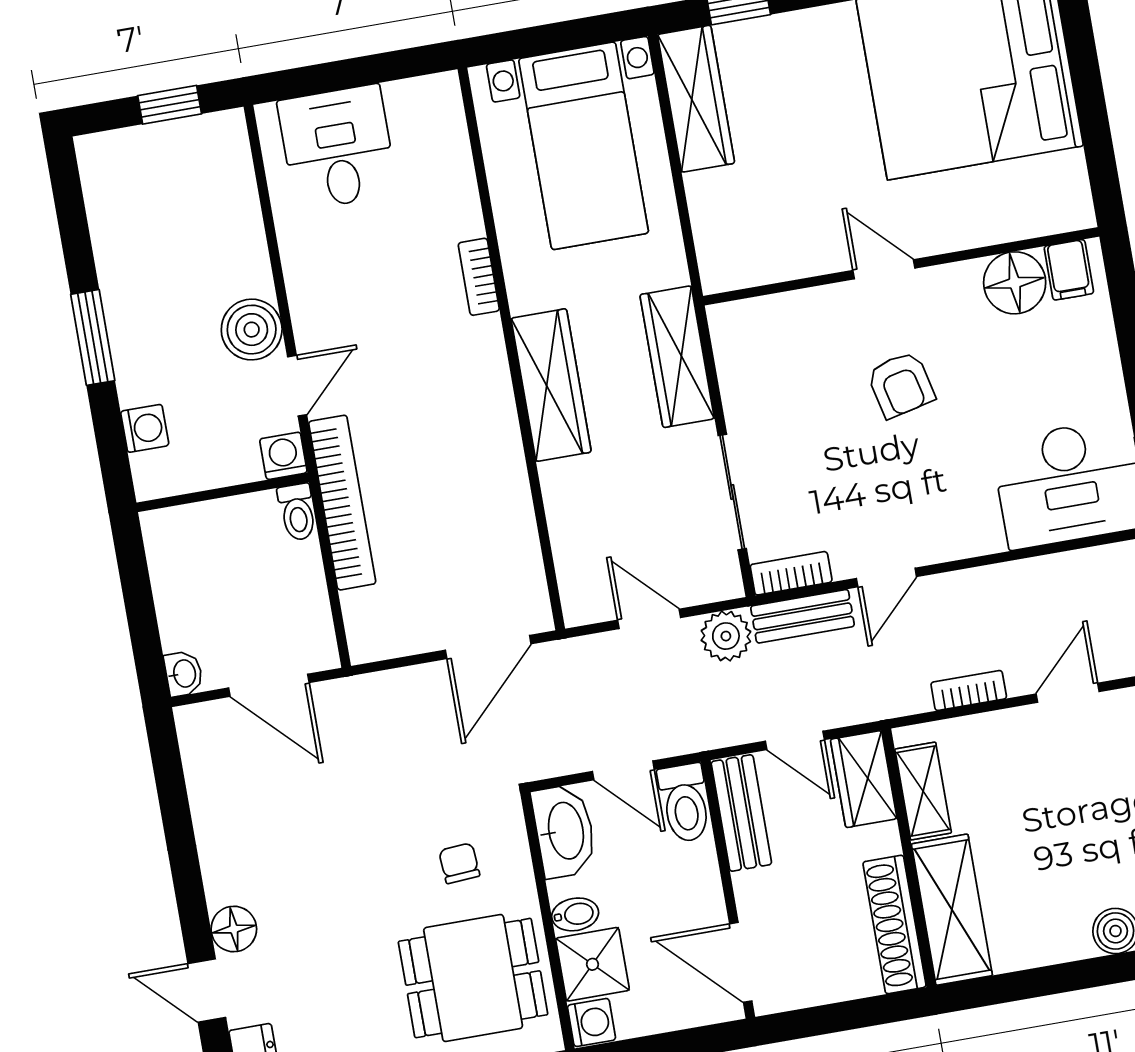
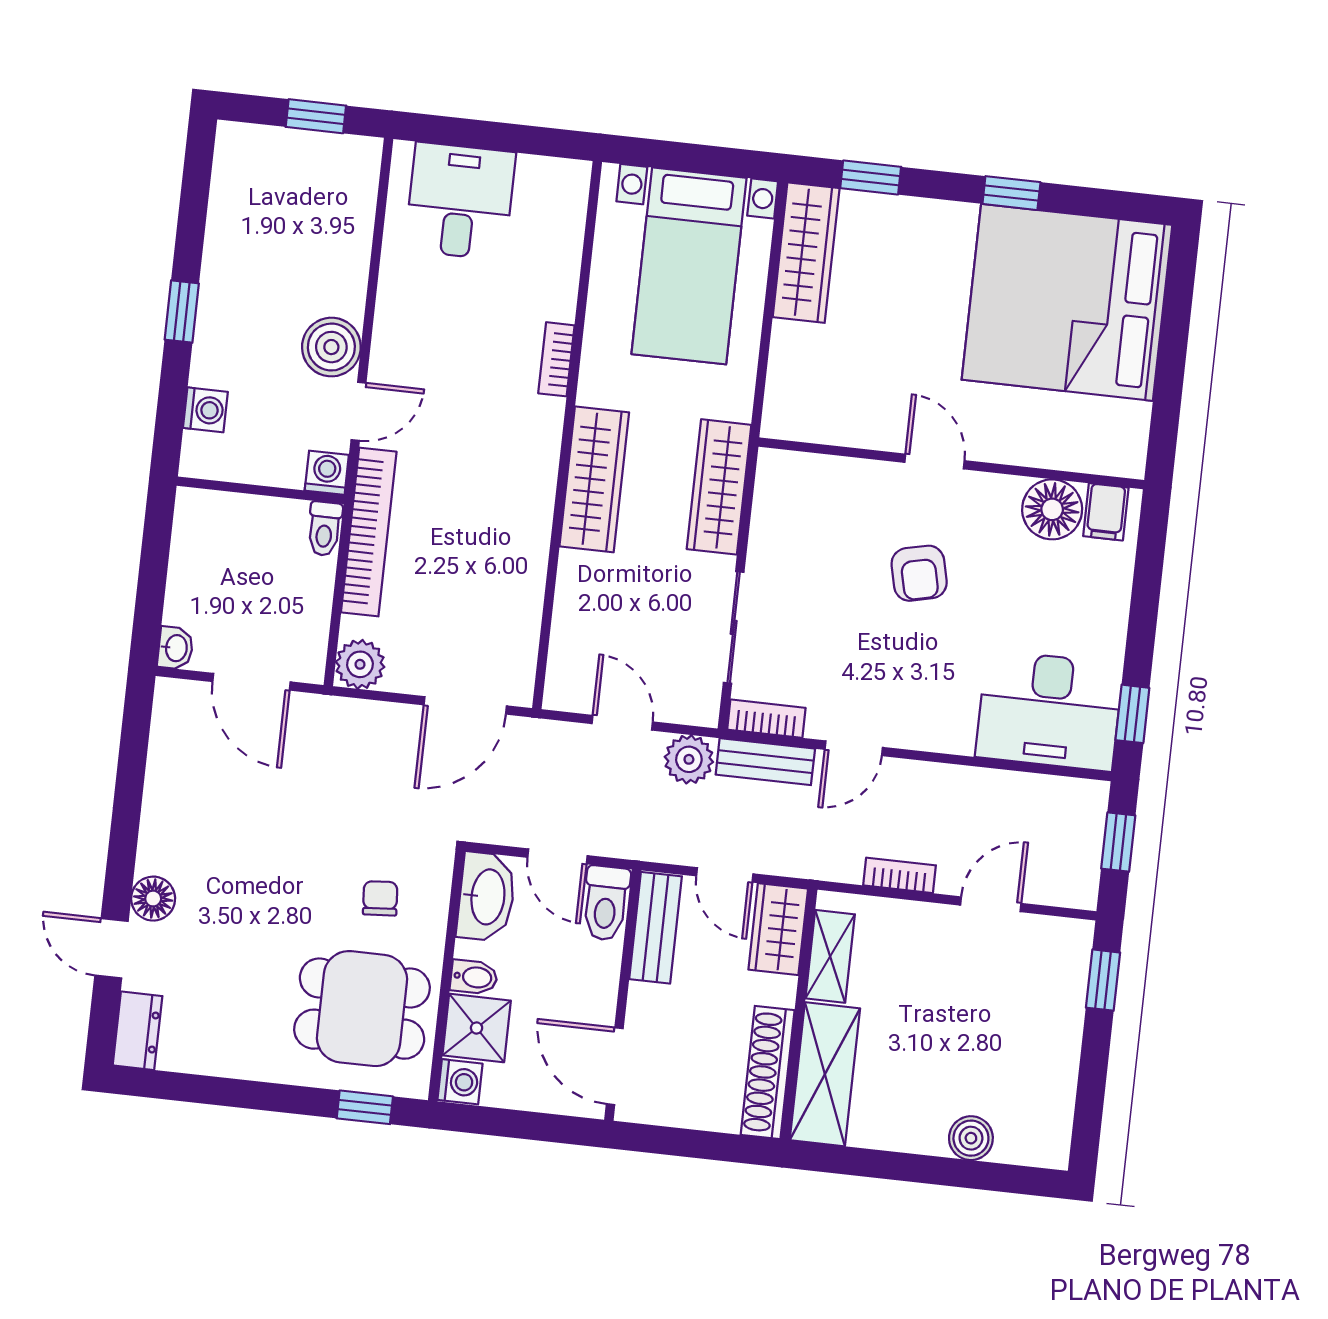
window: (93, 337) -> (182, 311), width x0.67
plant: (372, 637) -> (360, 664), added

